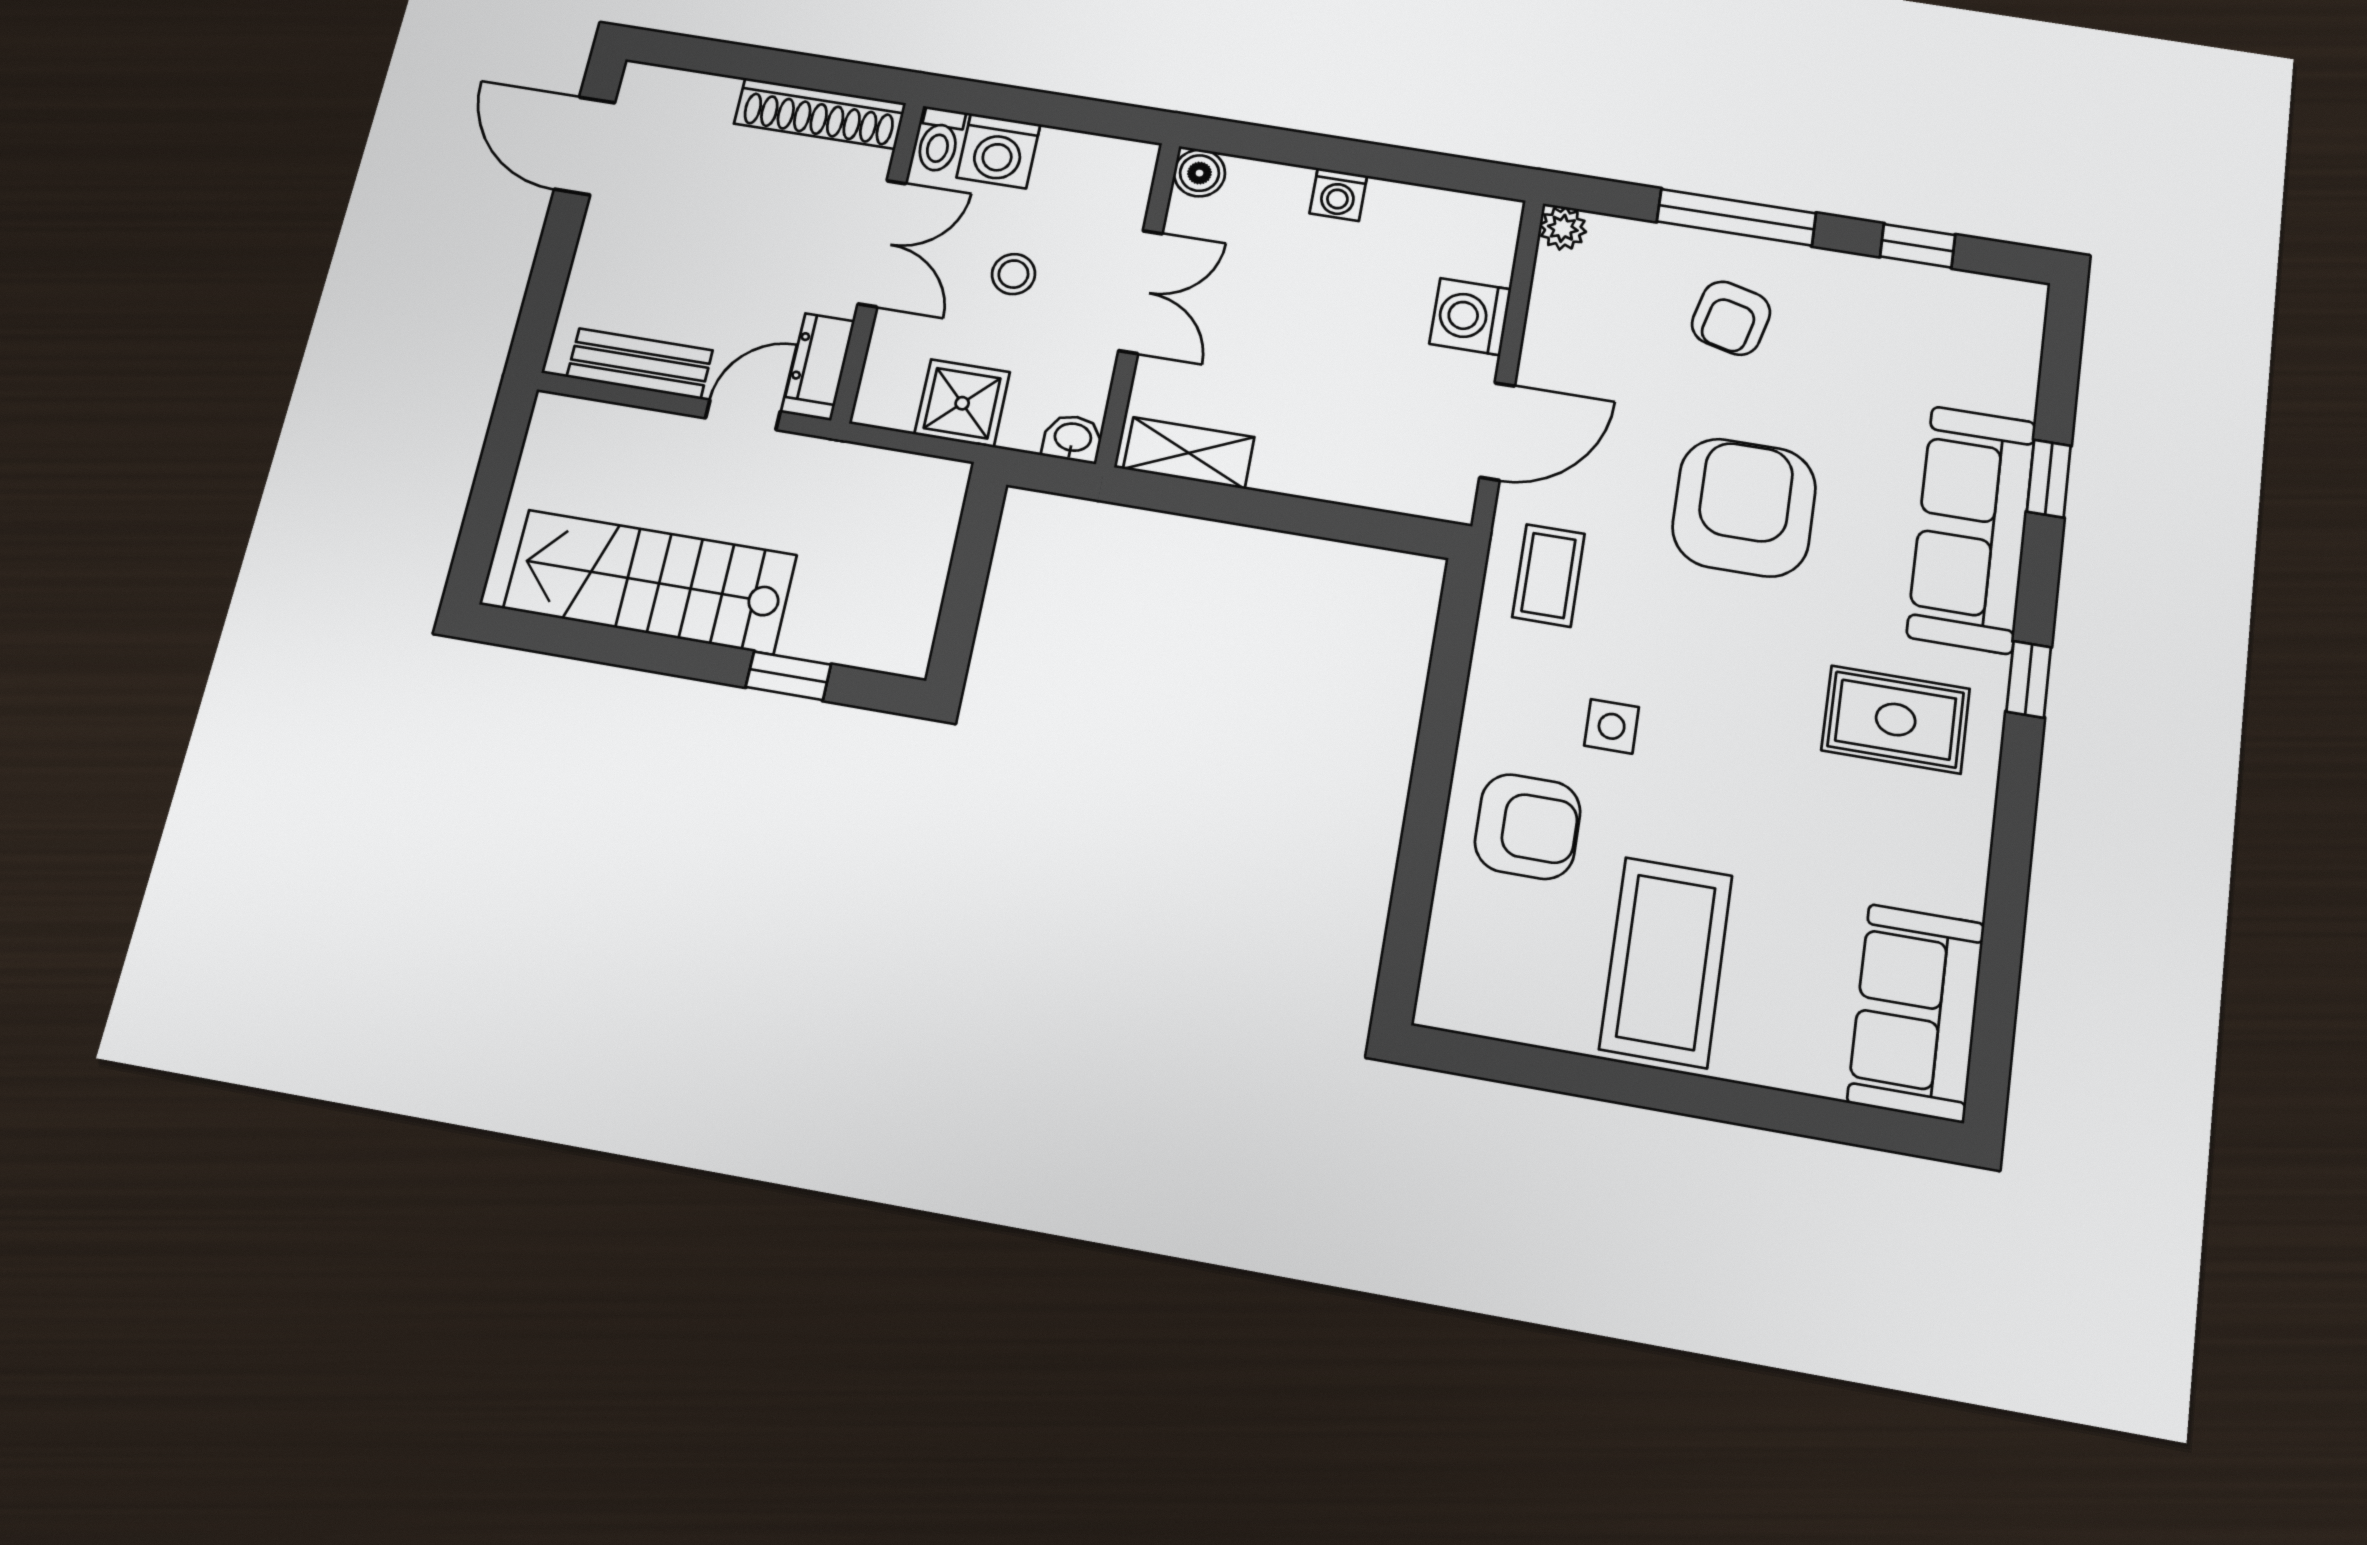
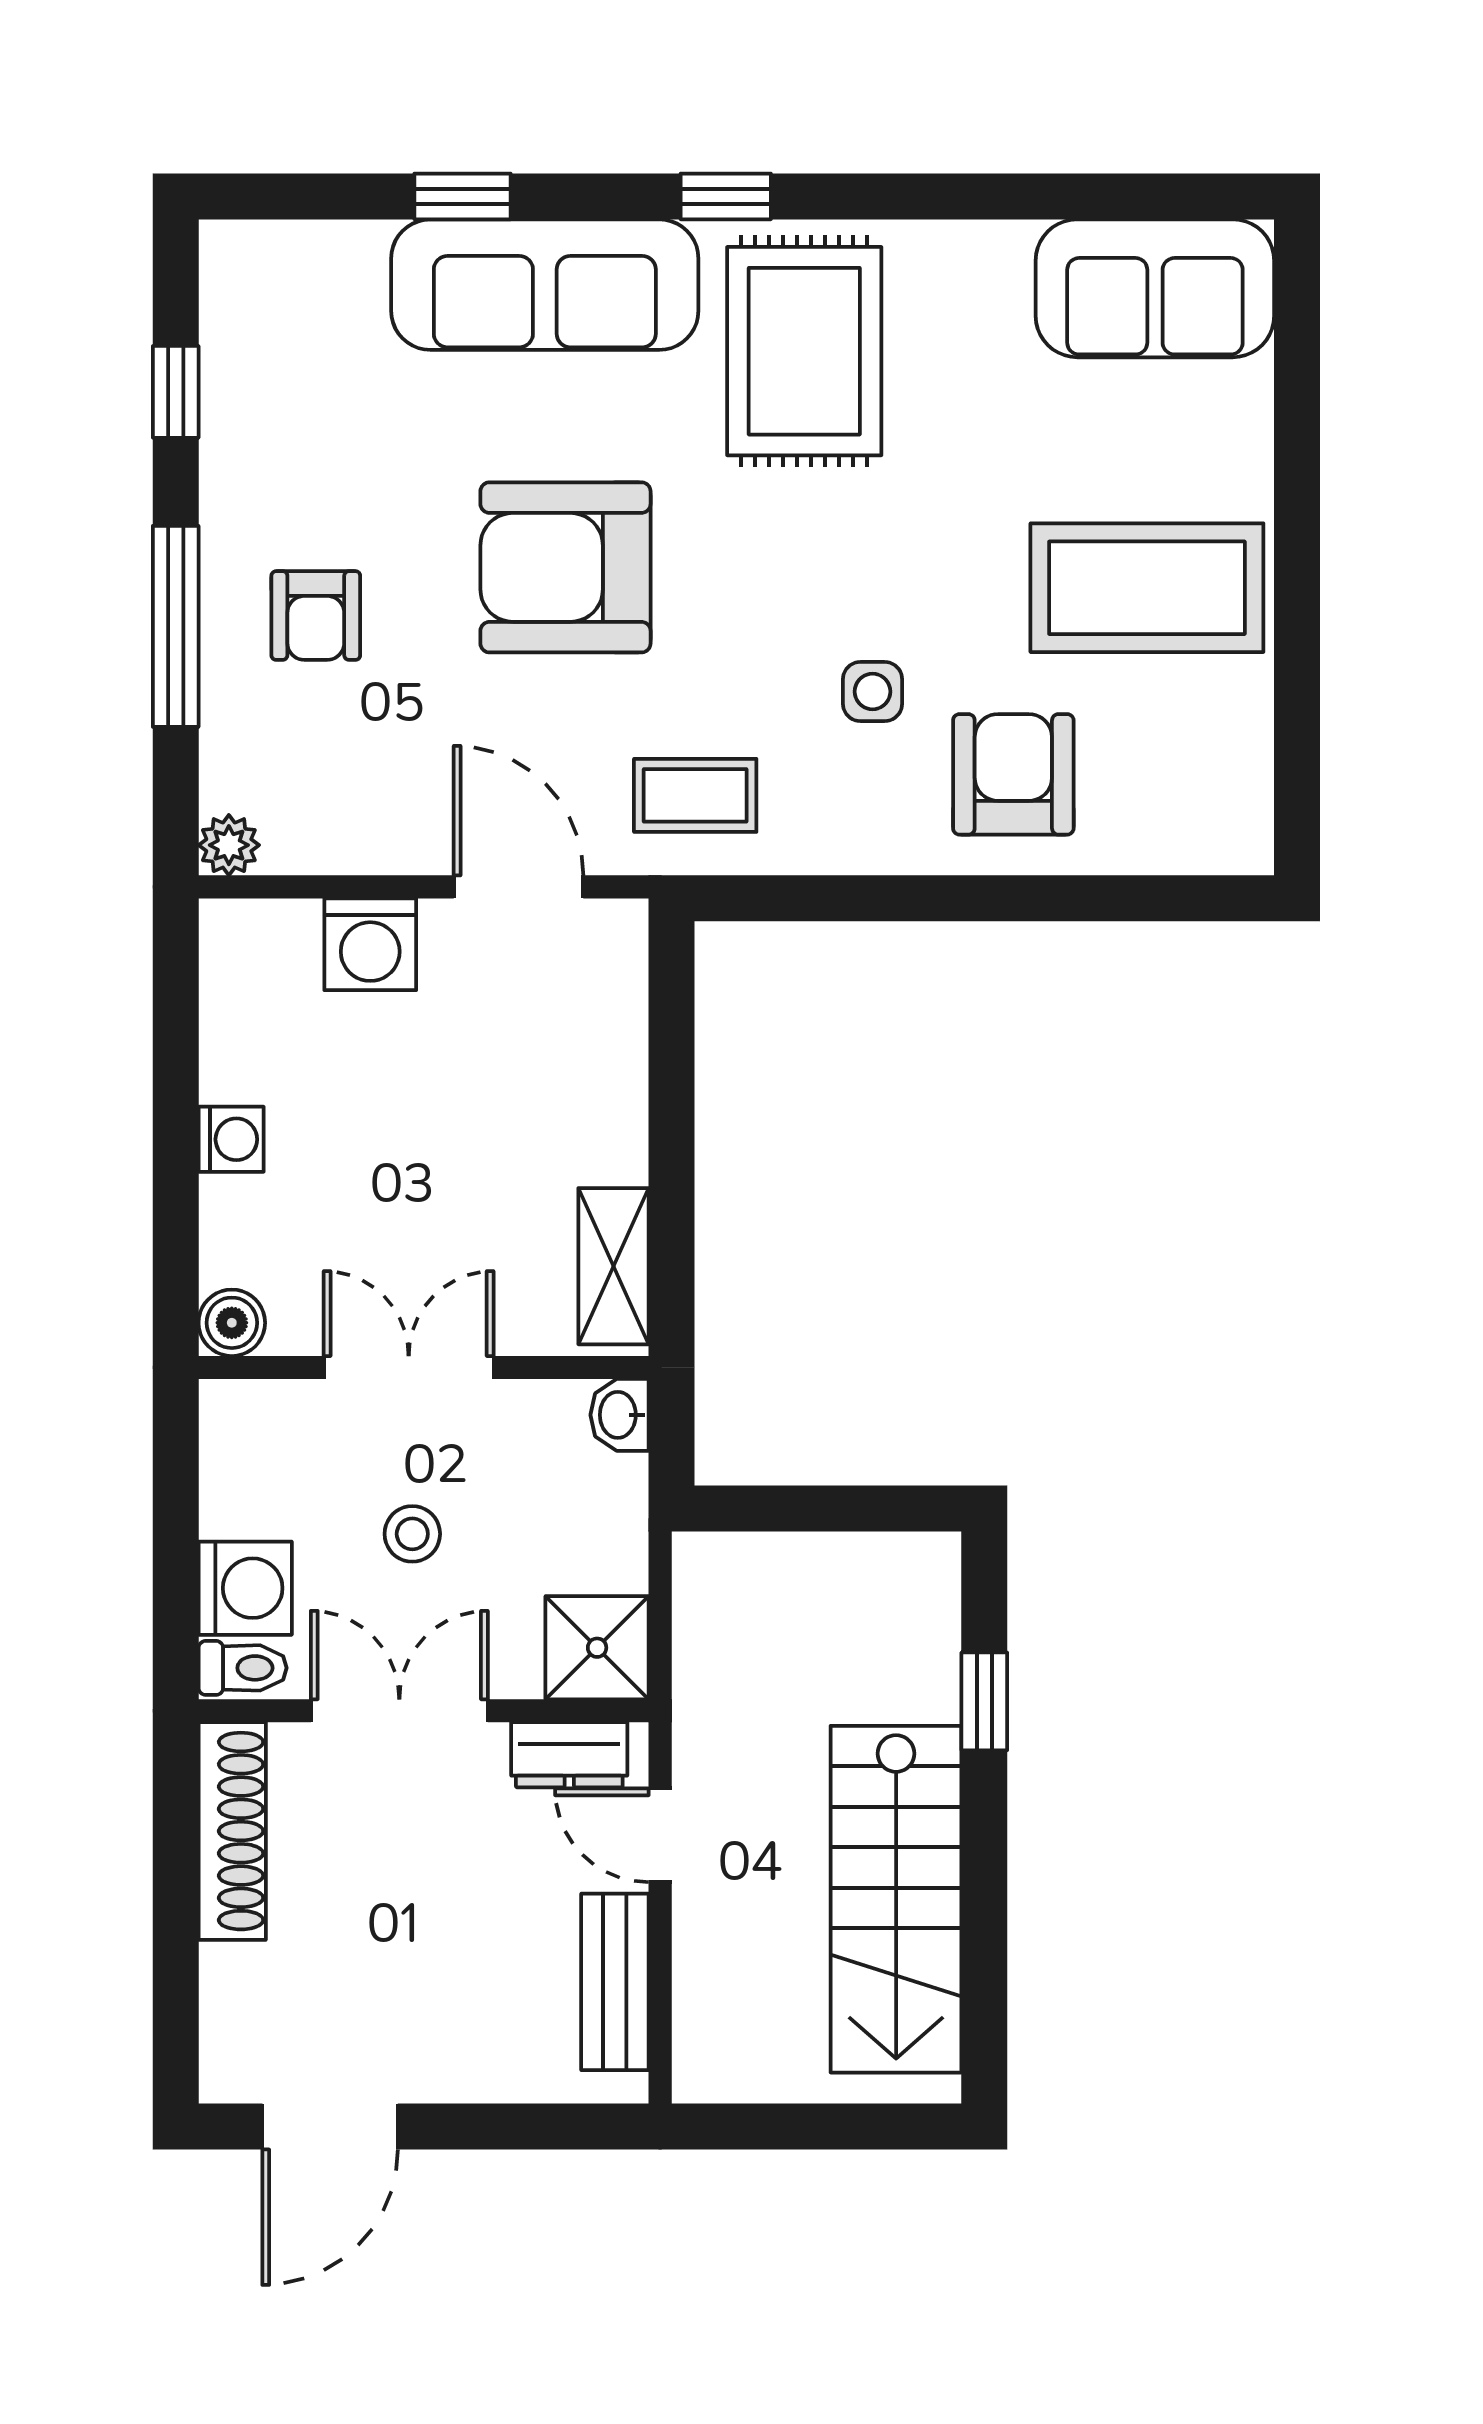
armchair: (1731, 318) -> (316, 616), turned 76
shower: (962, 403) -> (597, 1648), moved
rug: (1896, 720) -> (804, 351), width x1.36, depth x1.43

